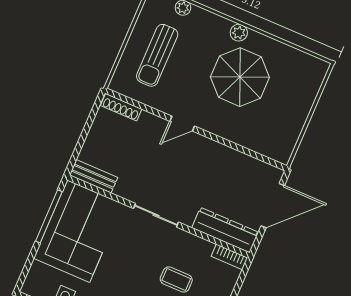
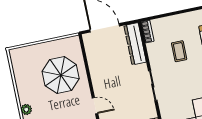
parasol: (240, 77) -> (61, 75), moved

